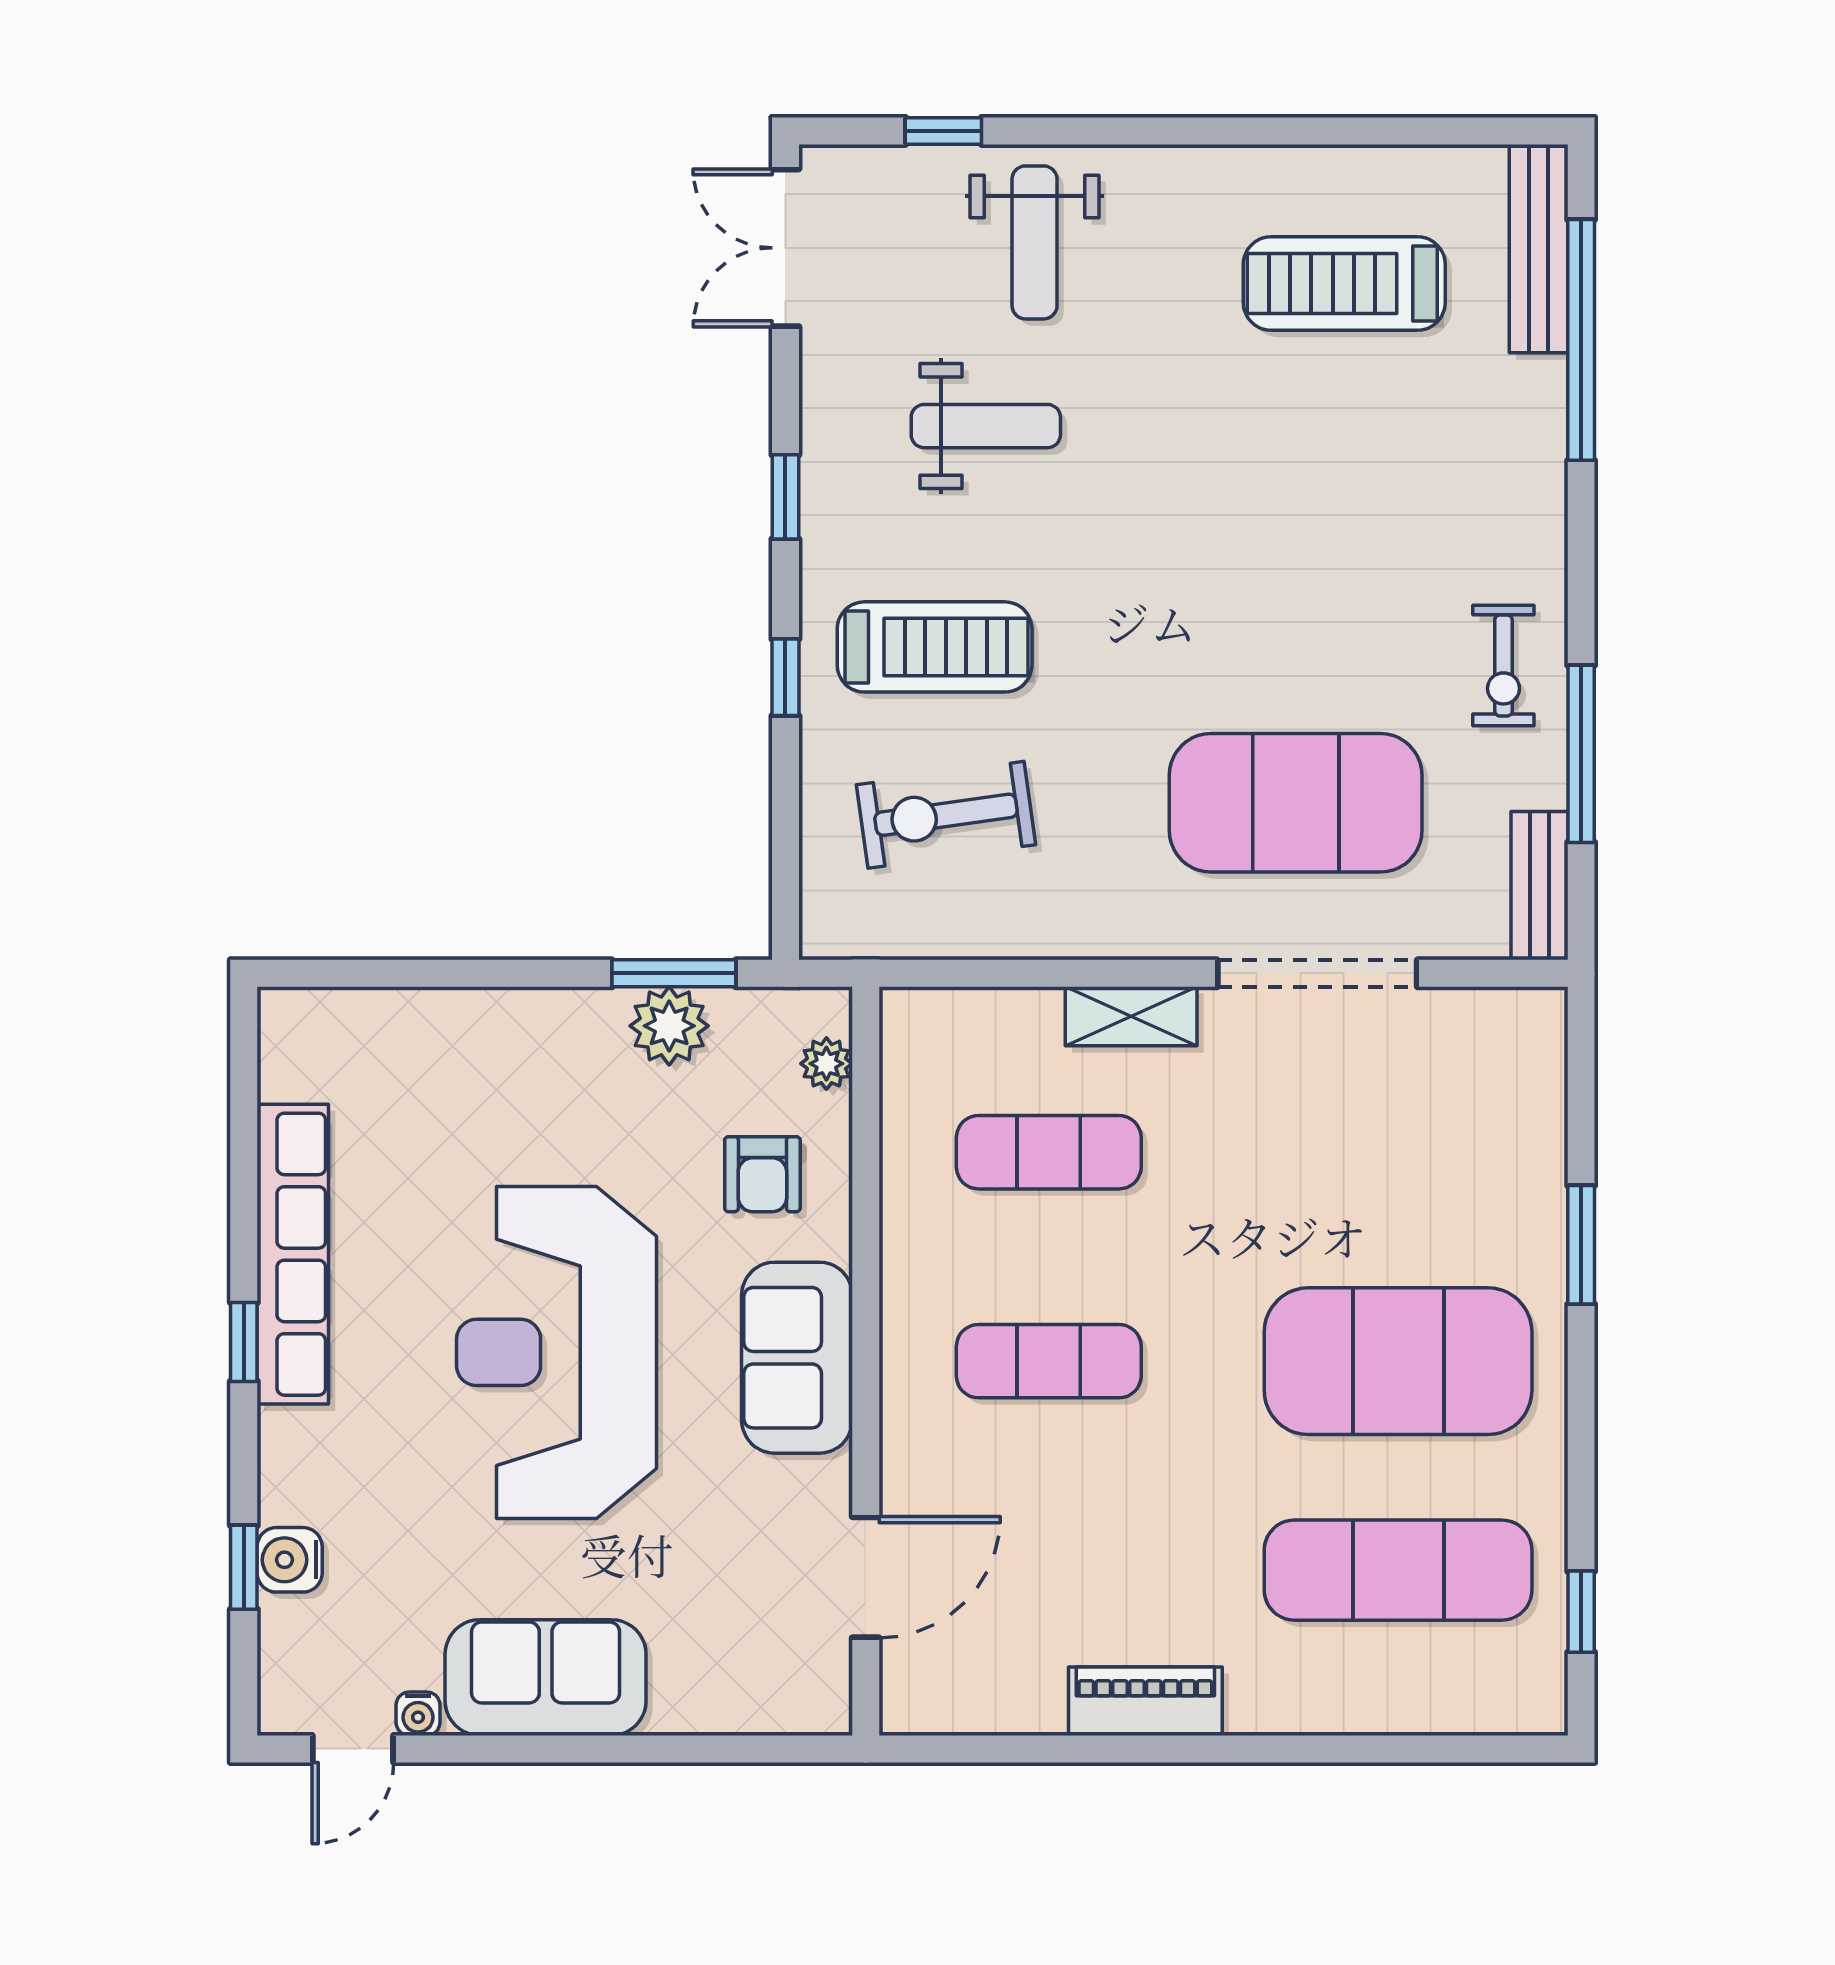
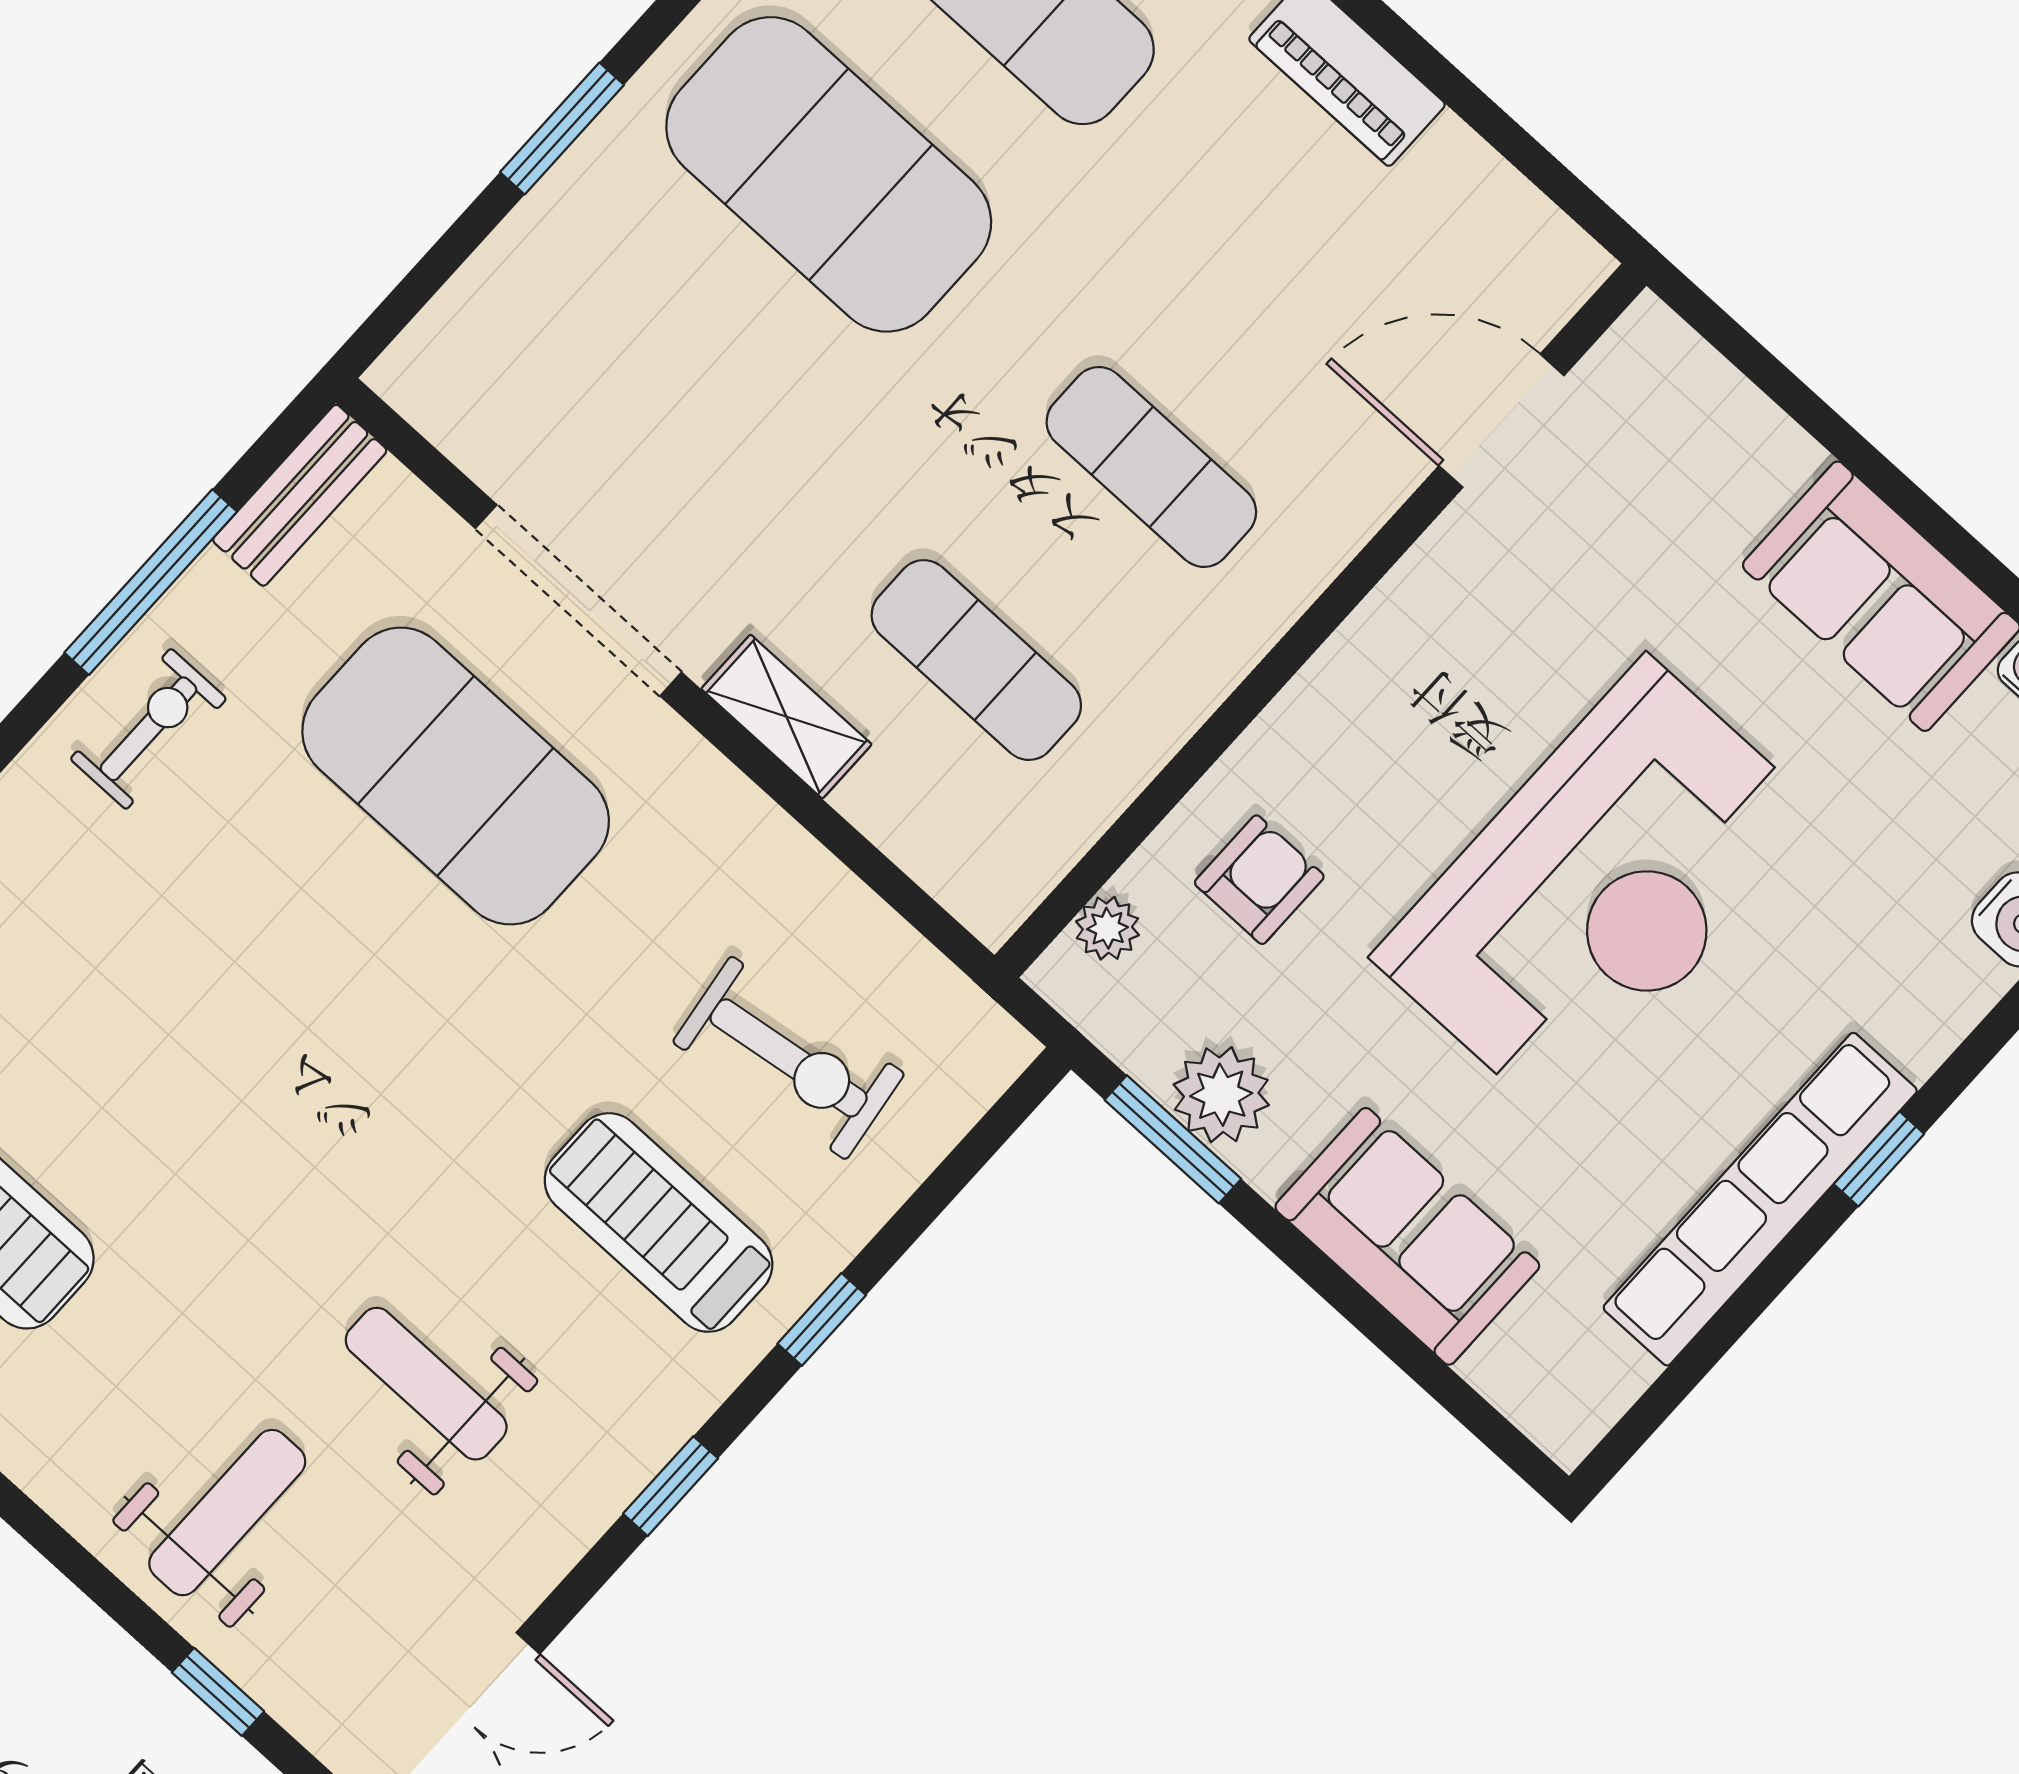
sofa: (797, 1358) -> (1407, 1236), moved, turned -90

